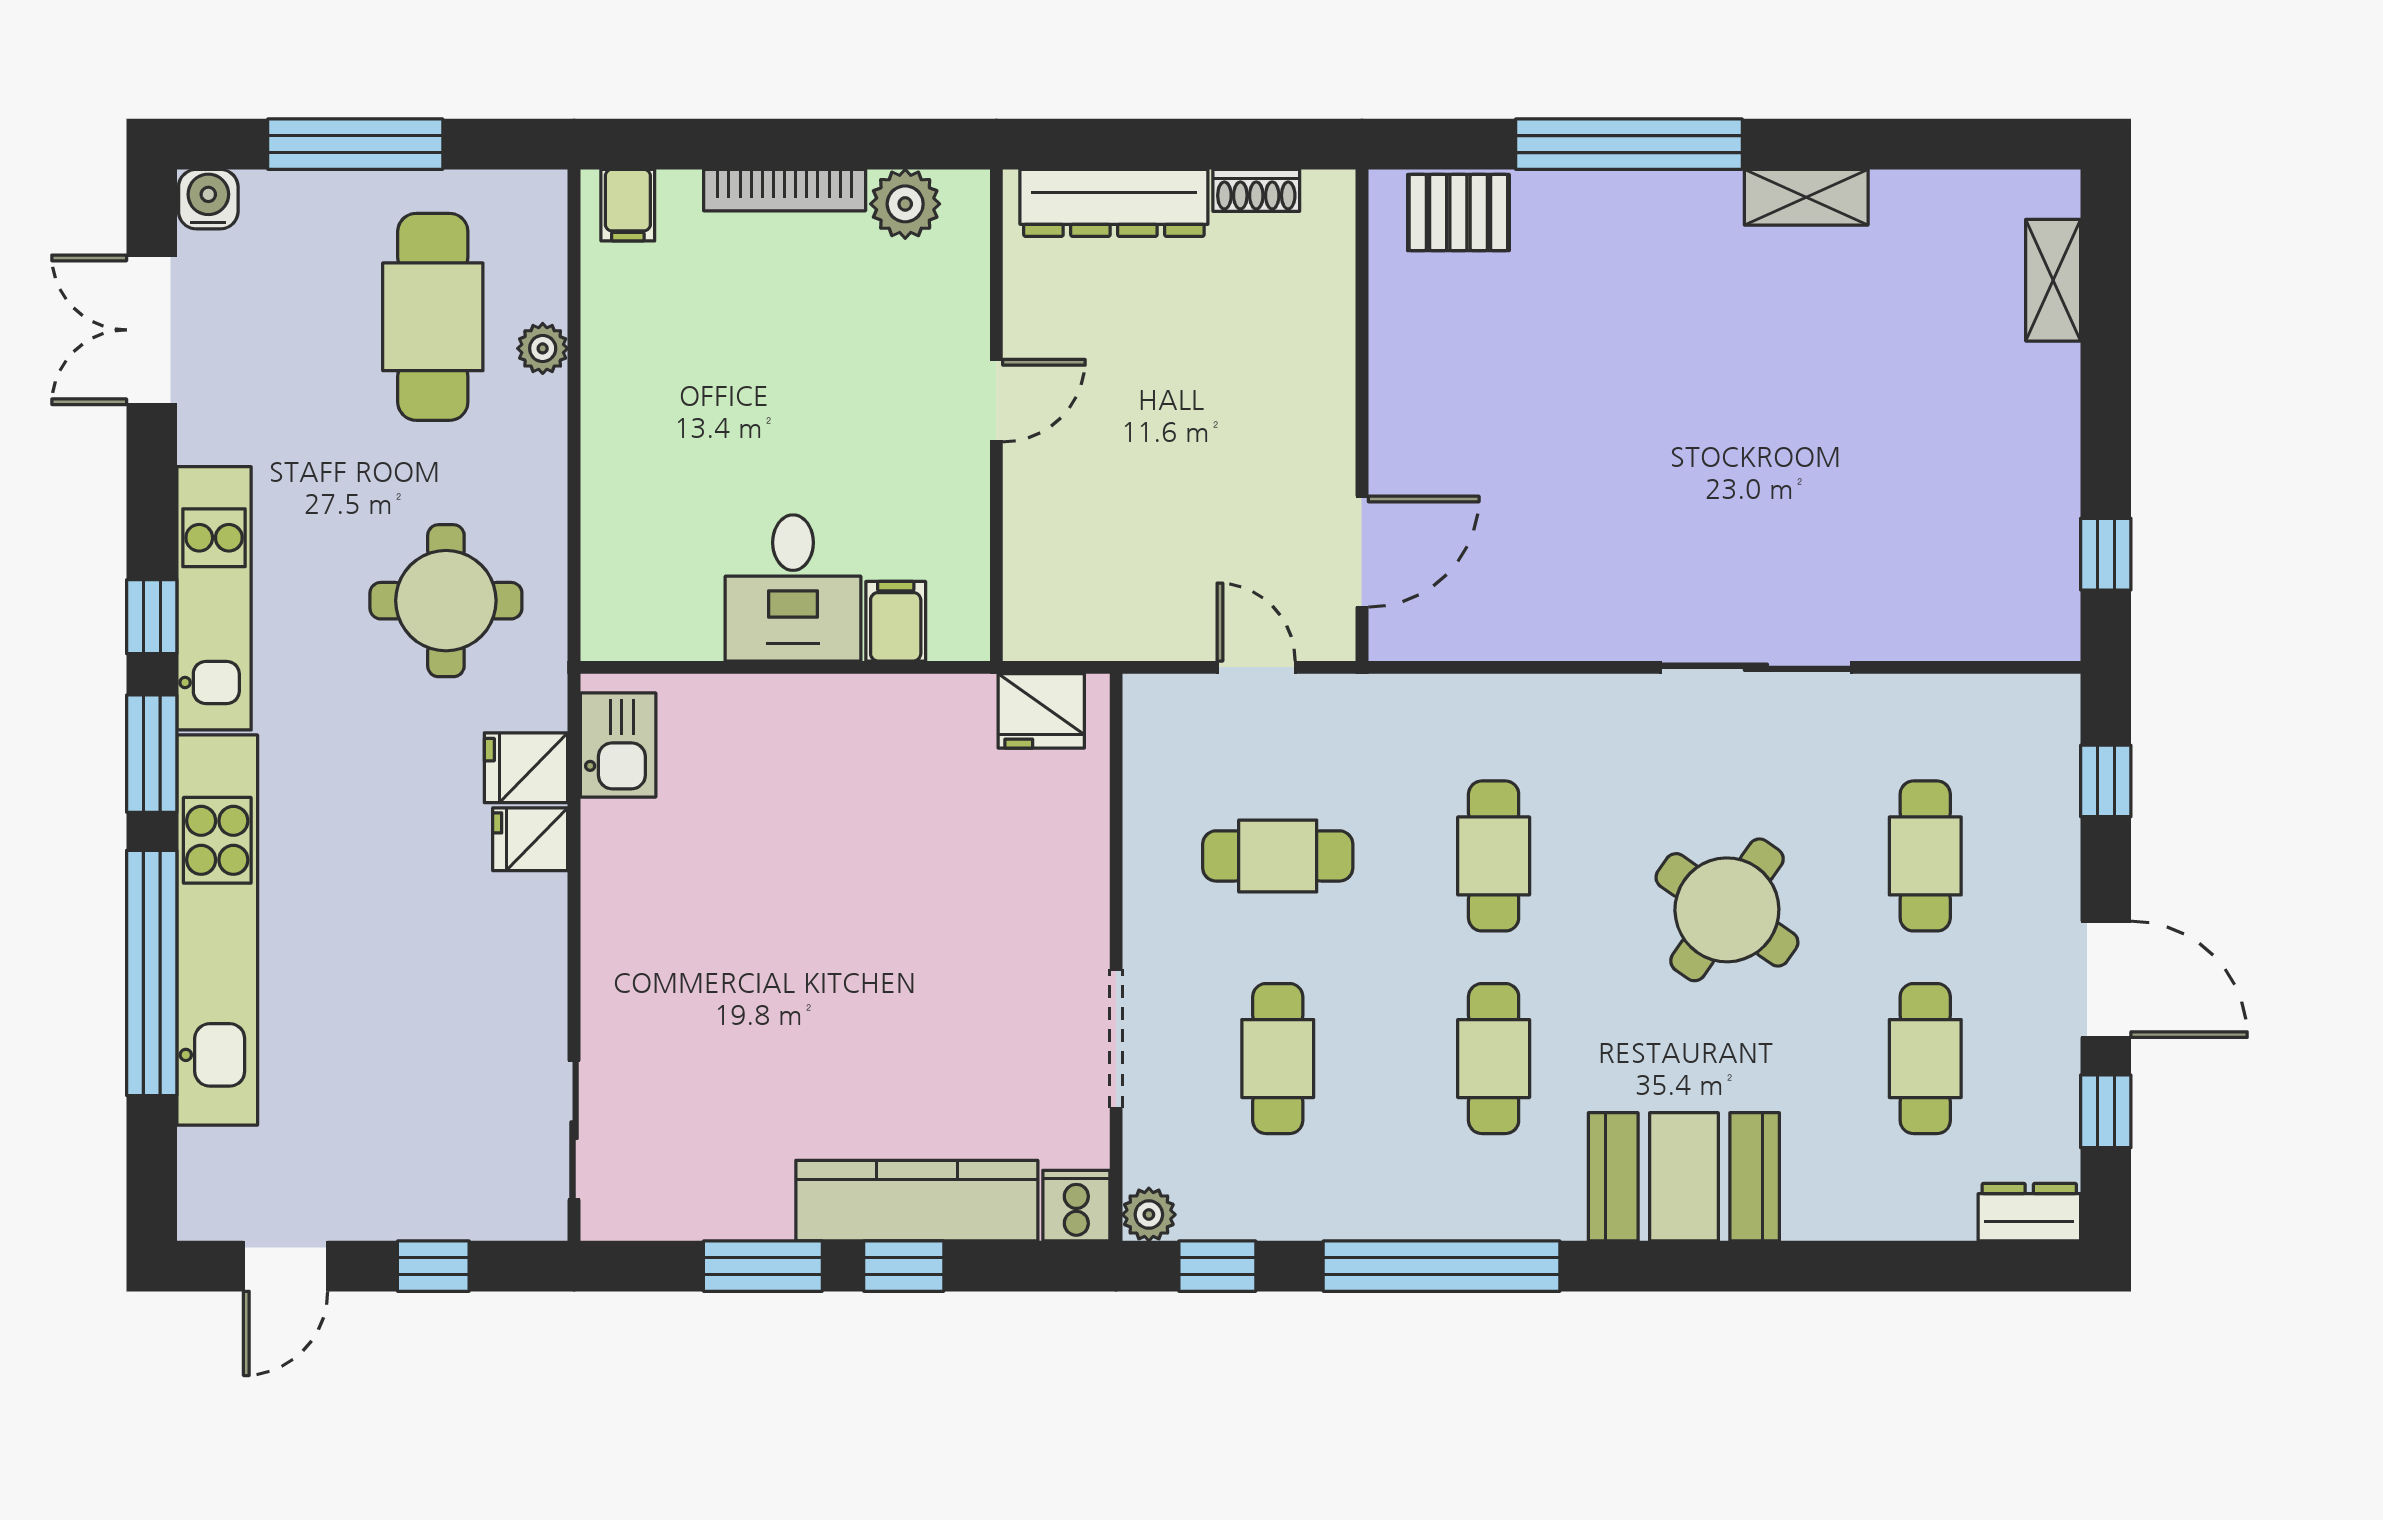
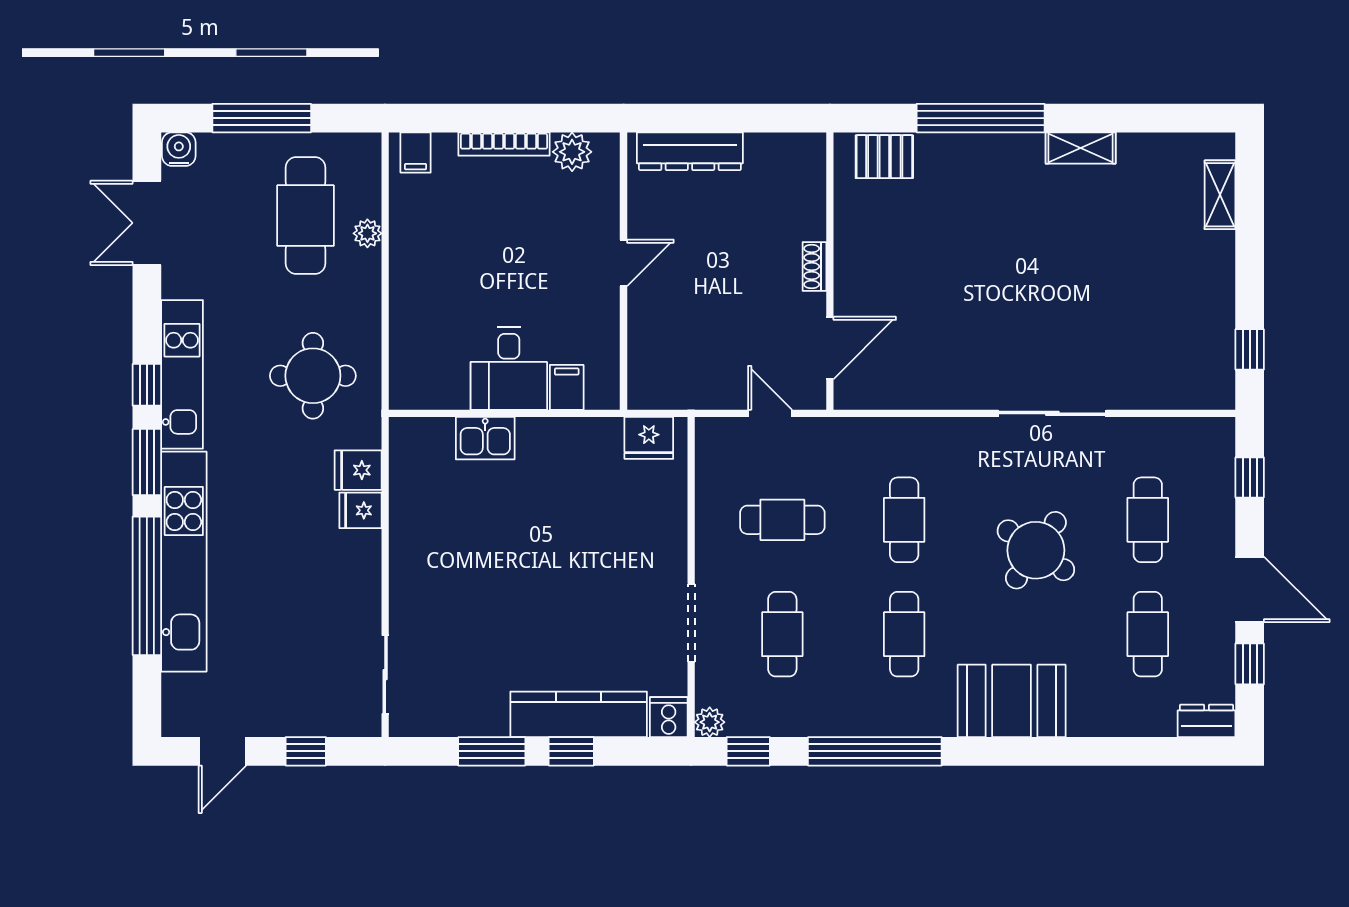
shoe rack: (1256, 190) -> (814, 266), moved, turned 90
kitchen sink: (618, 745) -> (485, 438), moved, turned 90

